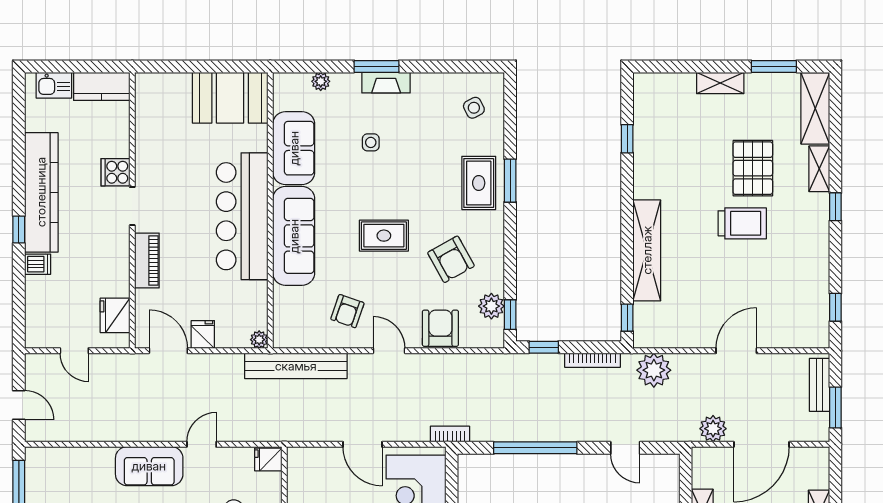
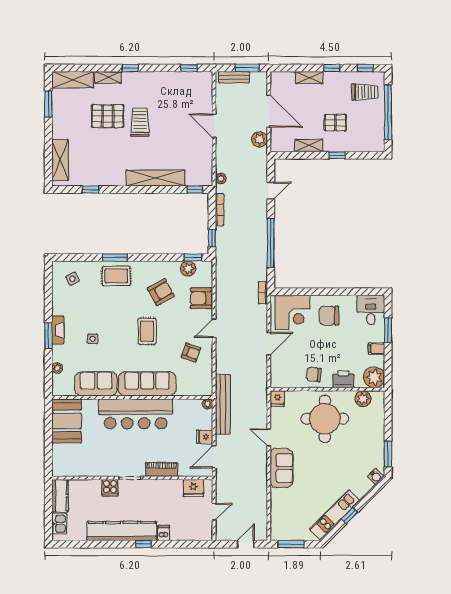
shelving: (720, 83) -> (60, 160), moved, width x1.50, depth x1.33
bench: (296, 366) -> (223, 404), moved
plant: (654, 370) -> (221, 179), width x0.53, depth x0.53

